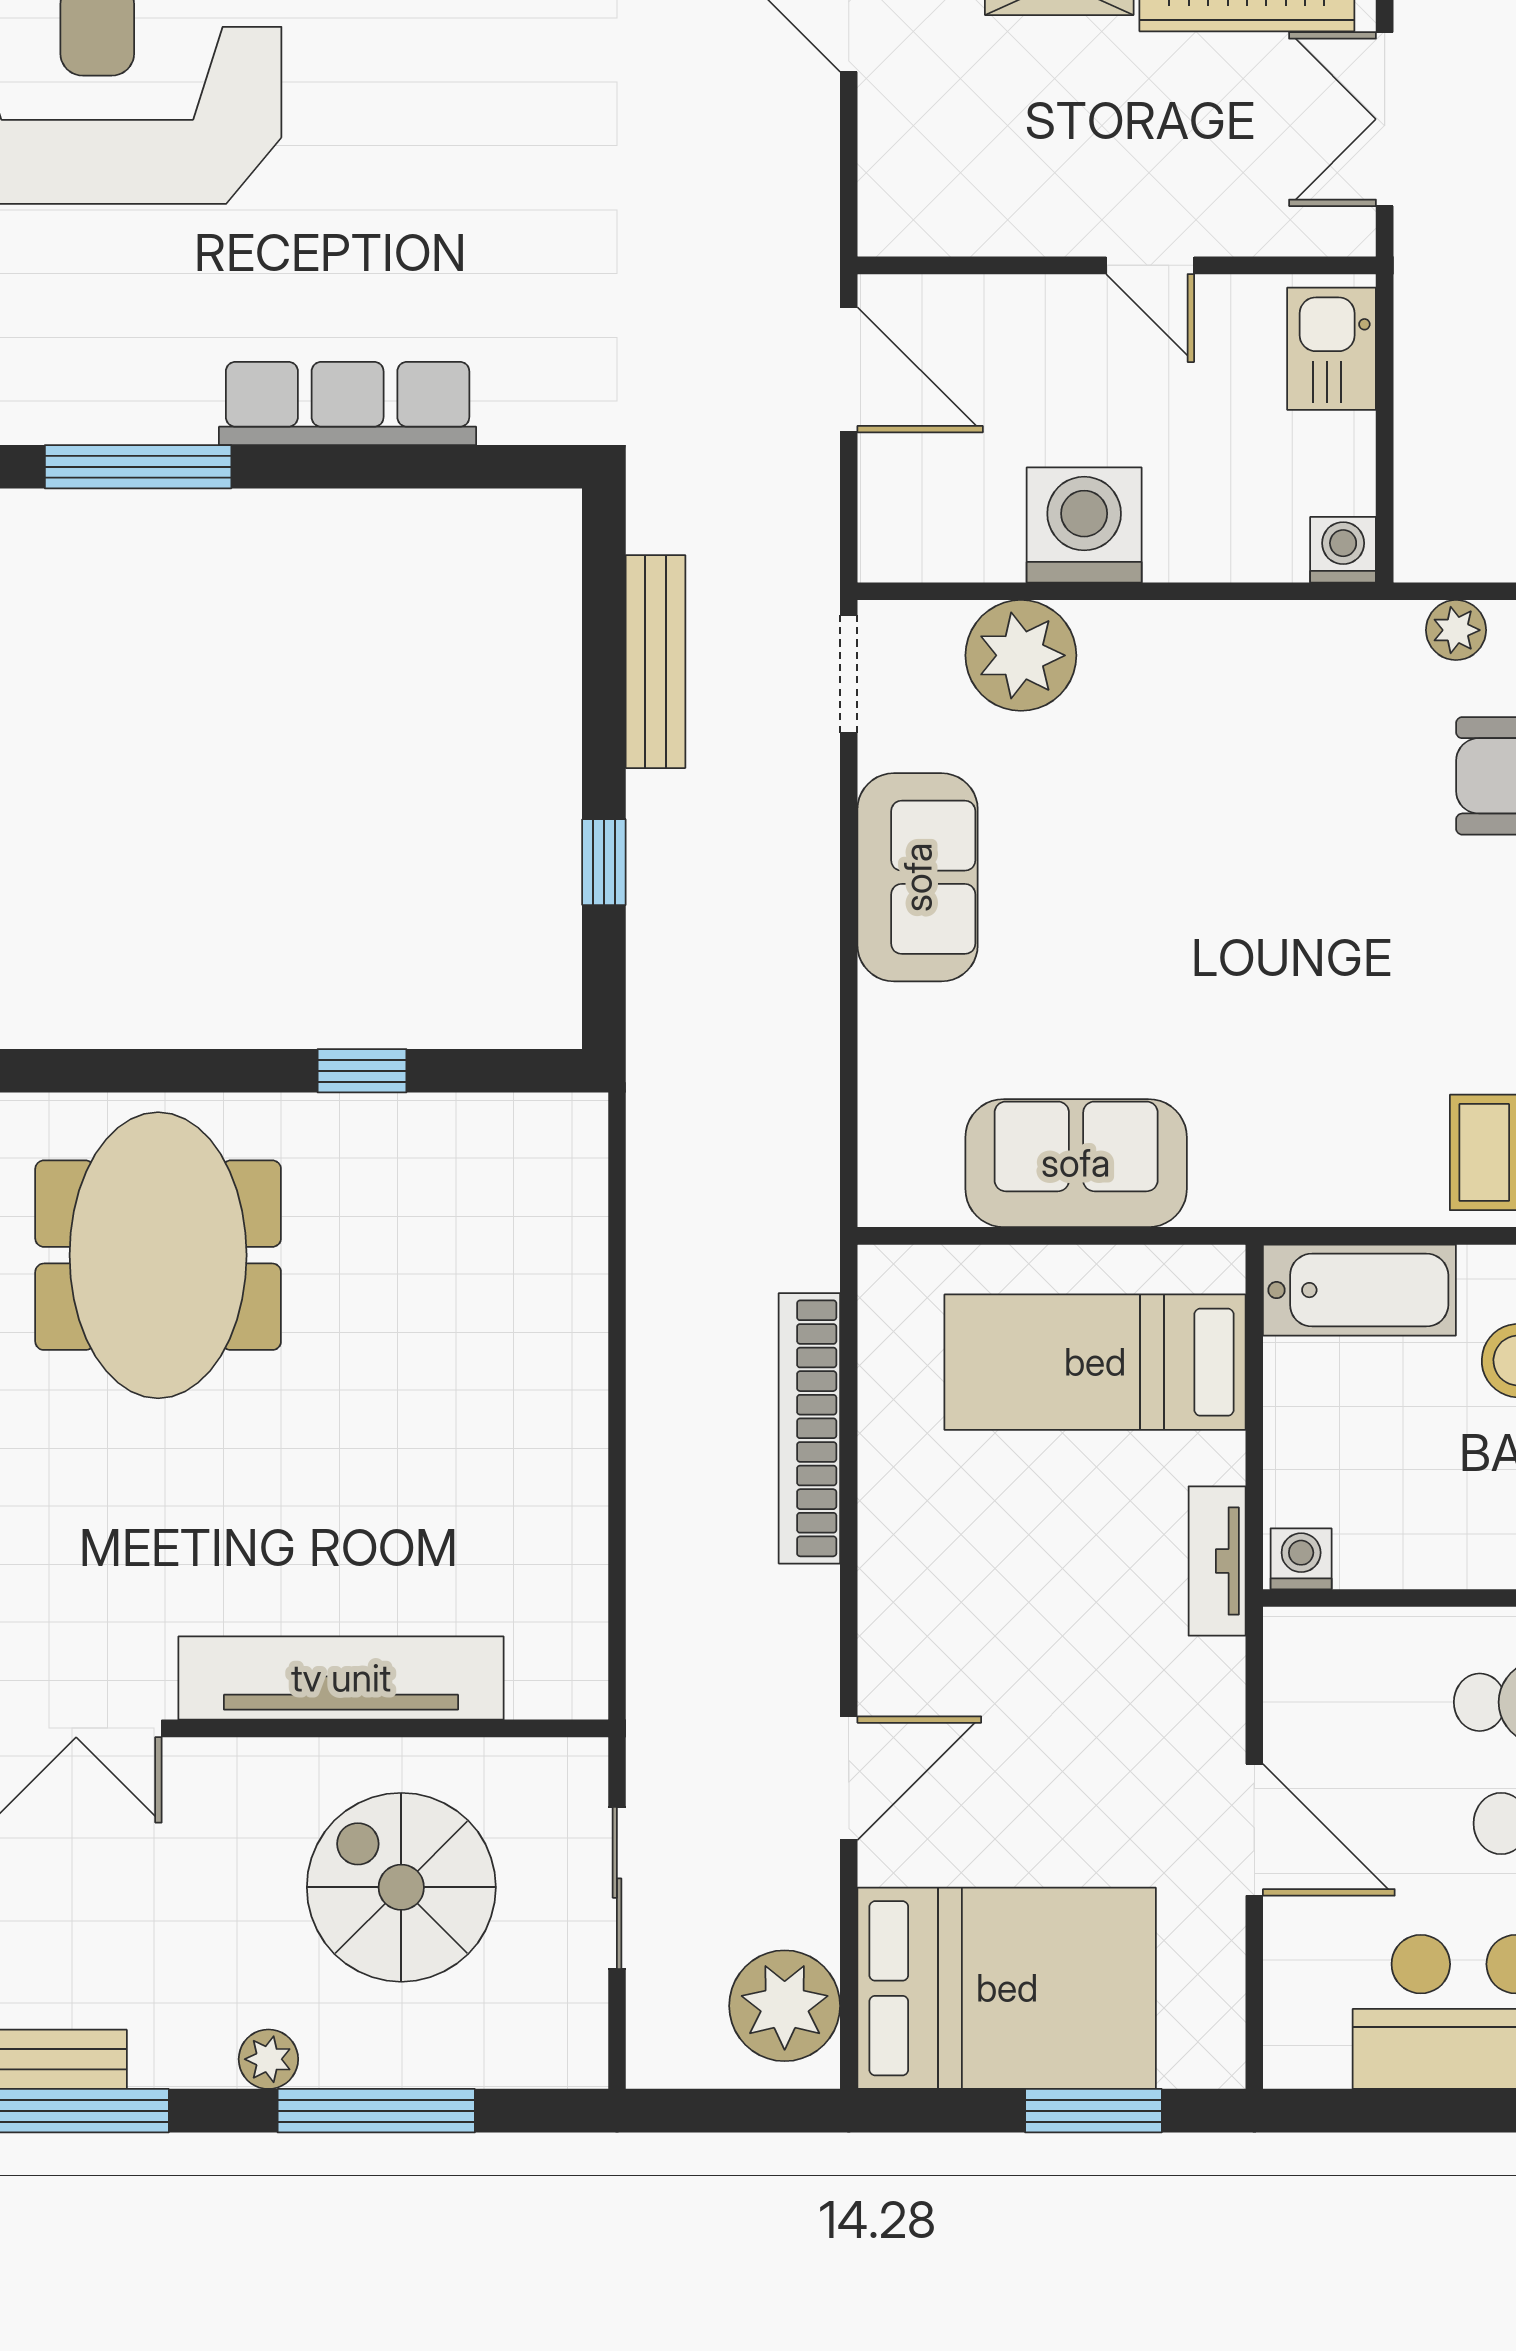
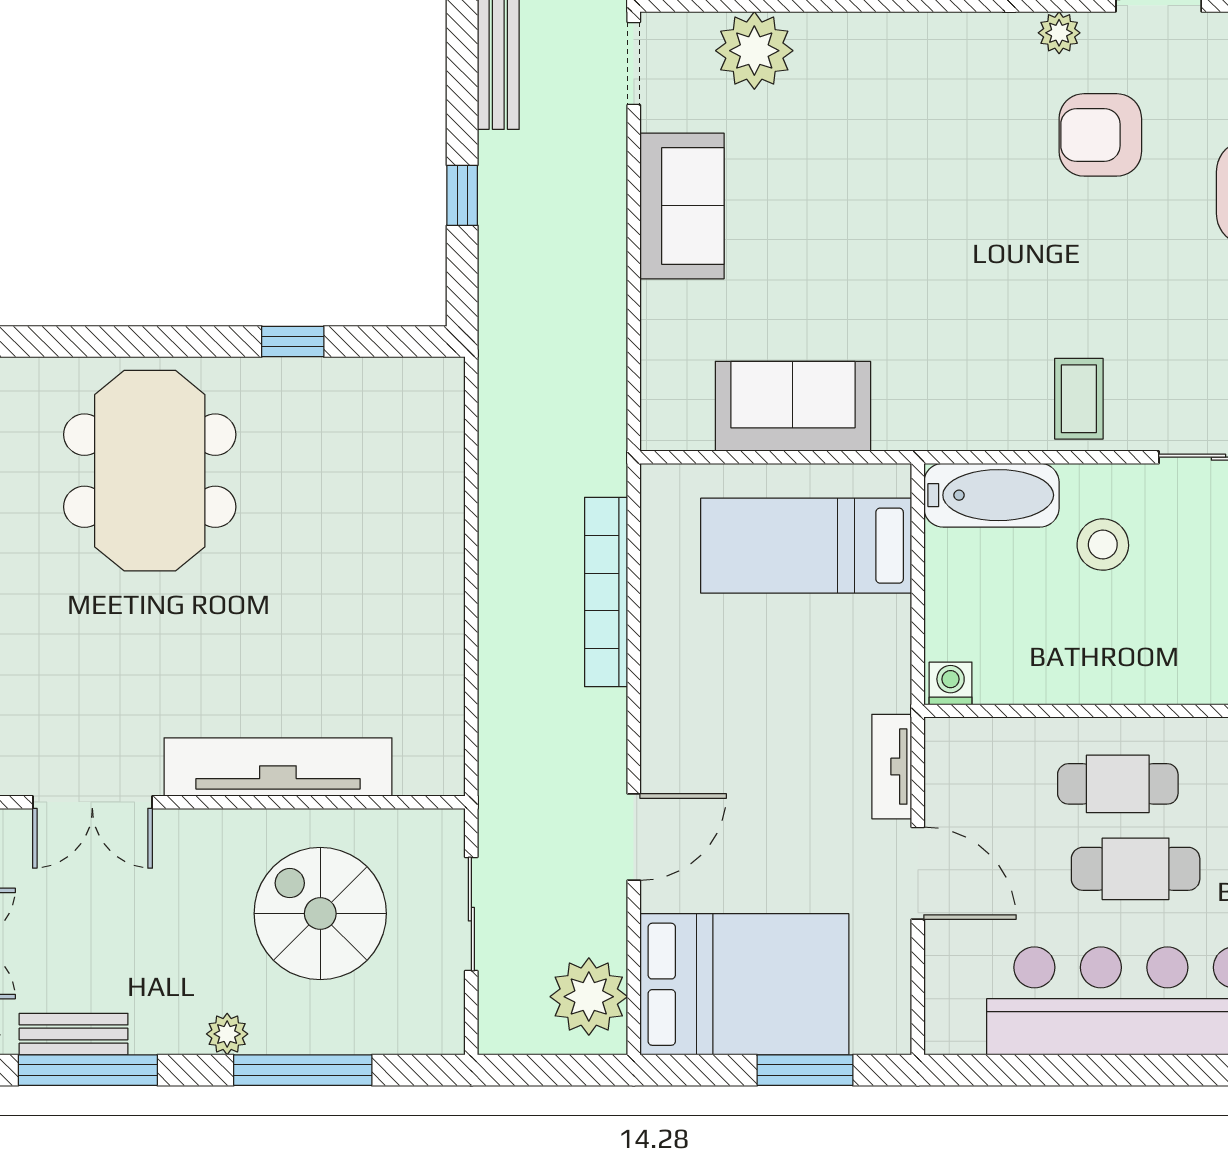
tv unit: (1217, 1561) -> (892, 767), moved

